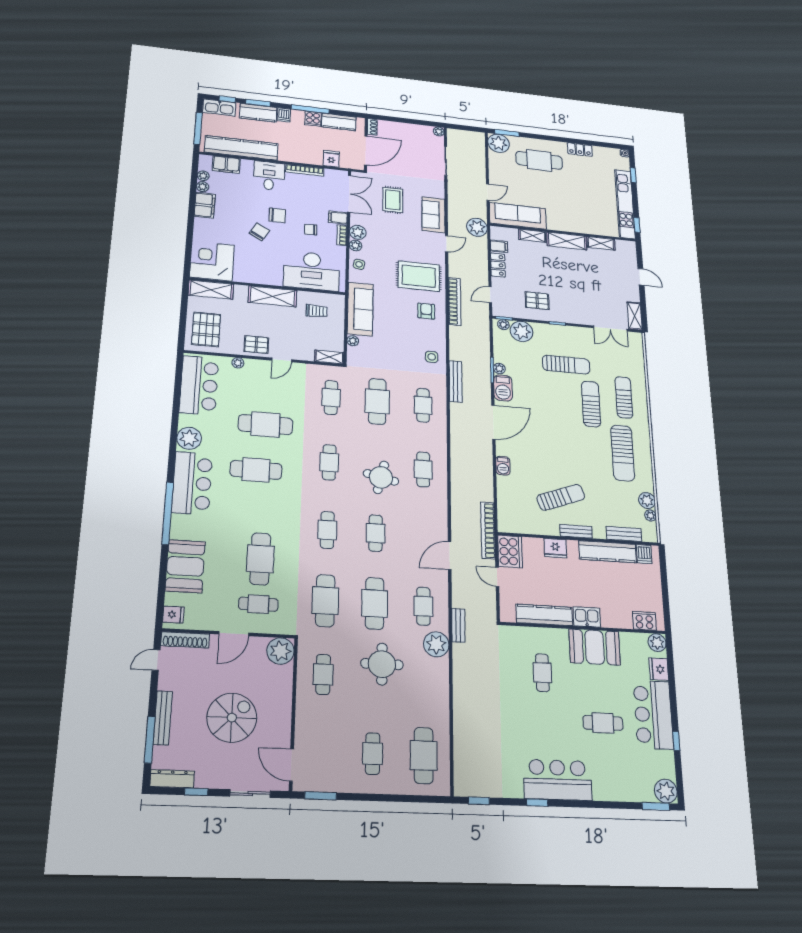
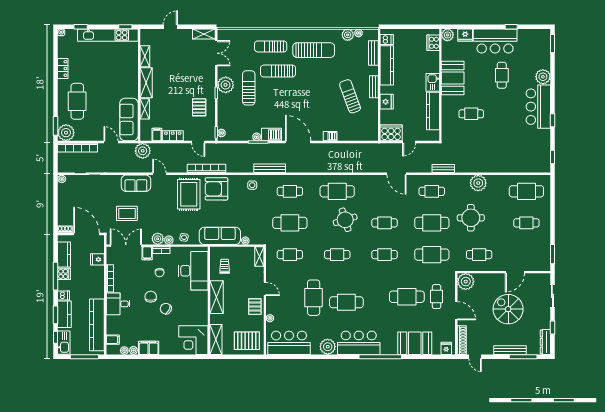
filing cabinet: (226, 165) -> (113, 340), width x0.50
armchair: (426, 311) -> (216, 189), width x1.88, depth x1.88
plant: (522, 331) -> (226, 85), moved
cafe table: (423, 469) -> (337, 191), width x1.37, depth x1.35
cafe table: (256, 470) -> (346, 302), turned 90
round table: (381, 477) -> (345, 220), turned -30
bookcase: (488, 530) -> (78, 148), moved
plant: (436, 644) -> (478, 183), moved
door: (292, 765) -> (515, 272), moved
plant: (666, 791) -> (543, 77), moved

